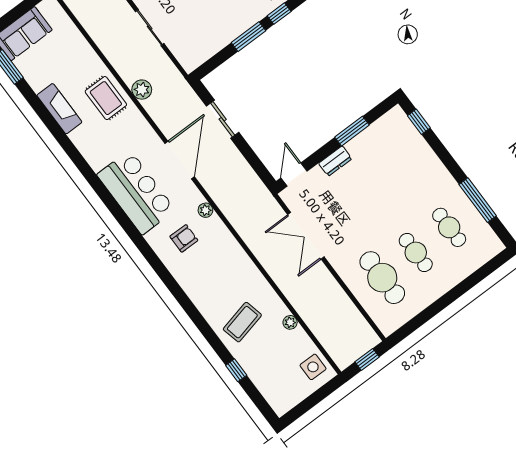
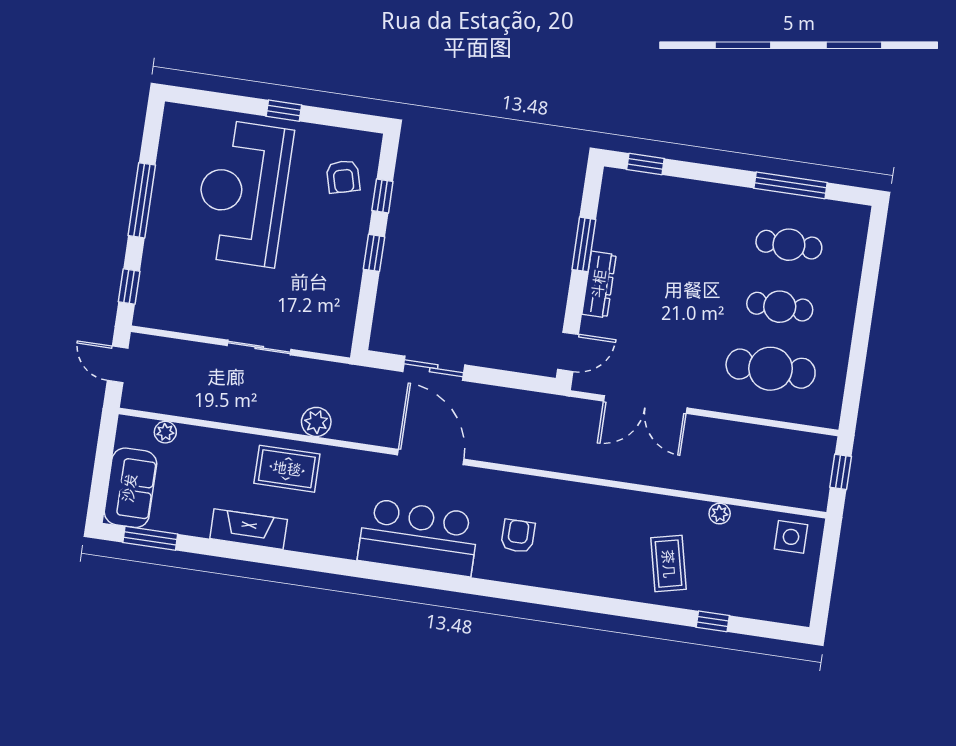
window: (248, 37) -> (374, 253), width x0.67
dresser: (335, 161) -> (599, 284), width x1.44
door: (294, 175) -> (568, 352), swing flipped
plant: (205, 210) -> (165, 432), moved

